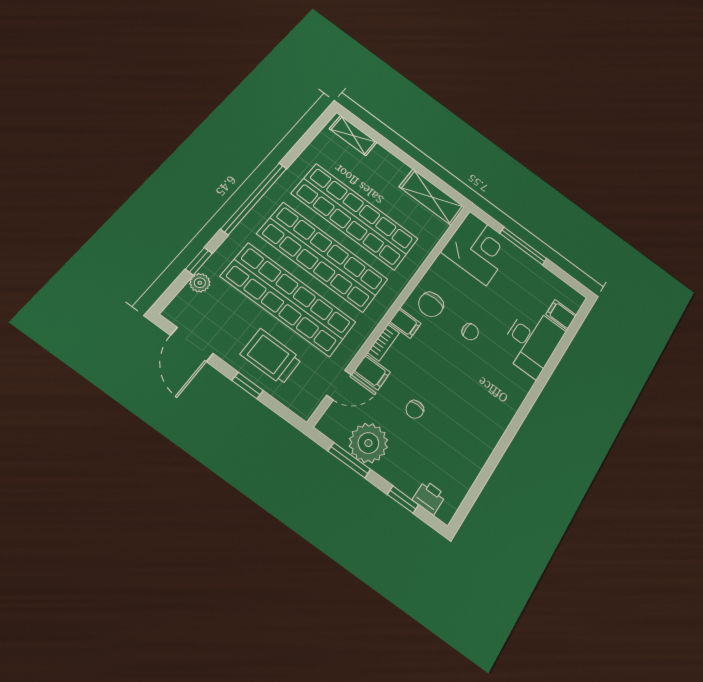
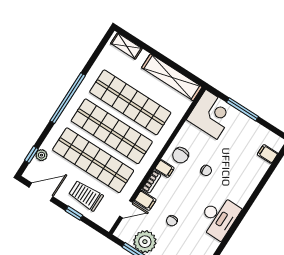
shelving: (432, 197) -> (172, 77), width x1.47
window: (199, 261) -> (31, 155), moved
desk: (532, 341) -> (219, 217), moved
door: (192, 344) -> (41, 192), swing flipped

